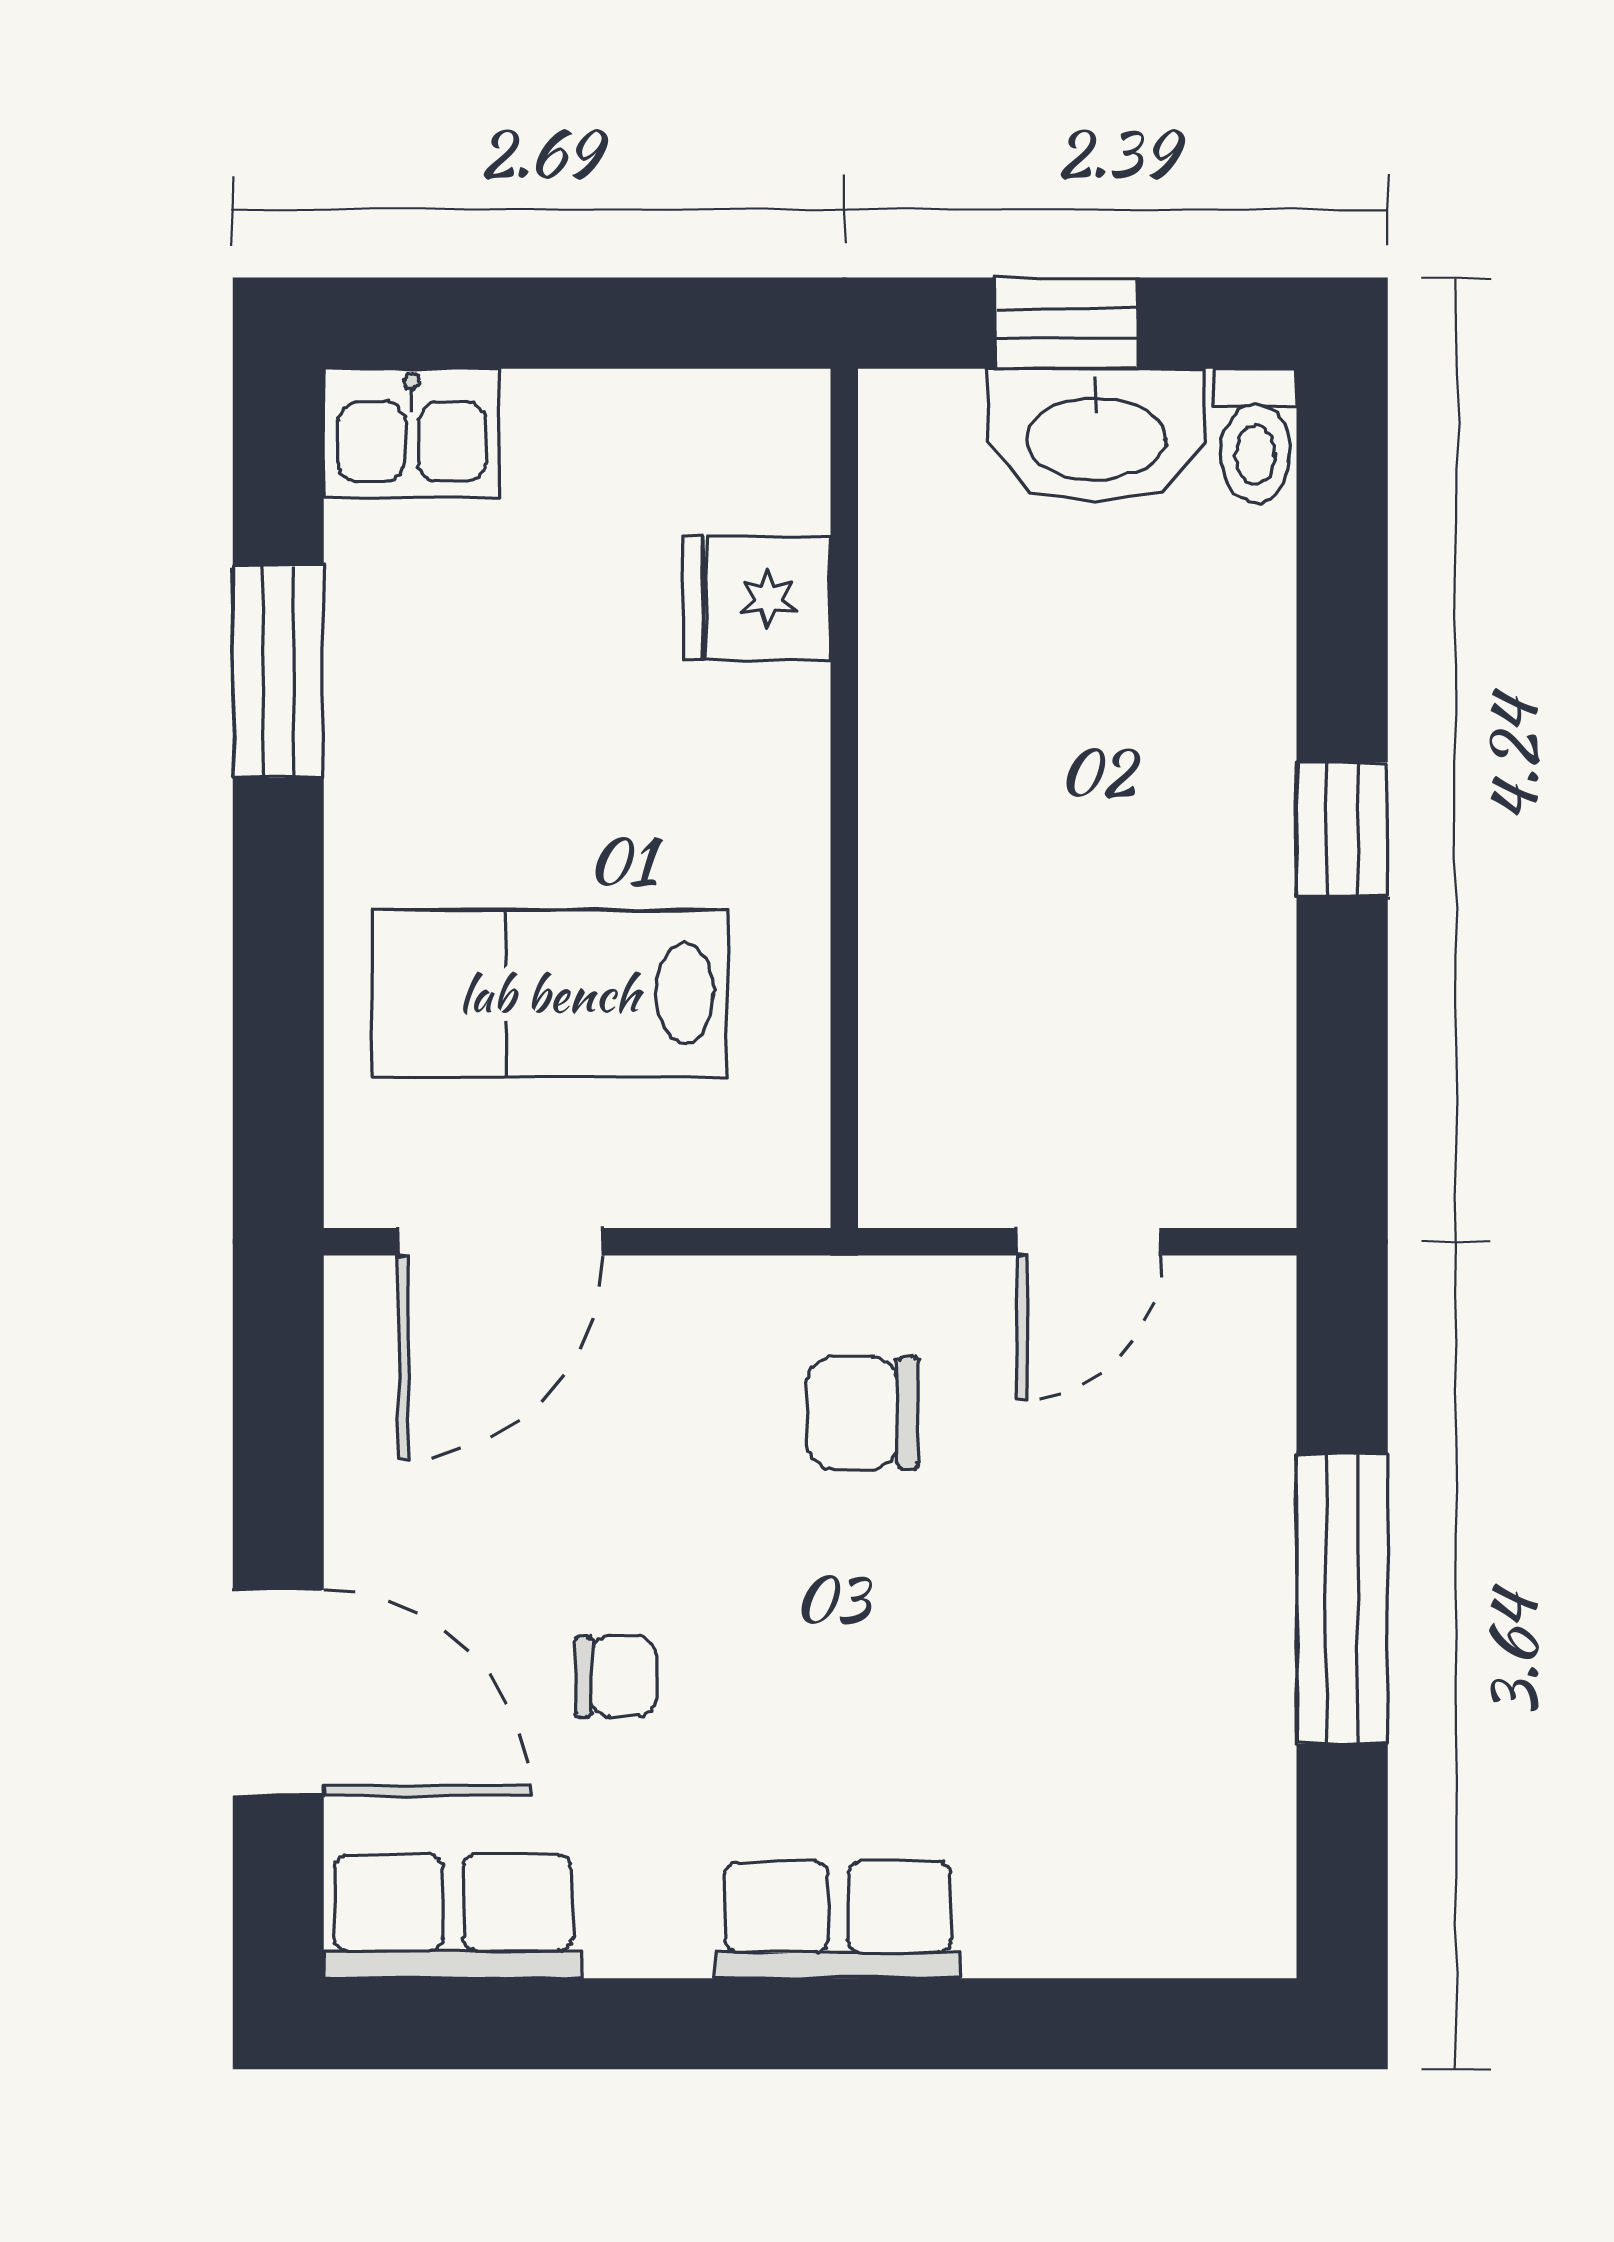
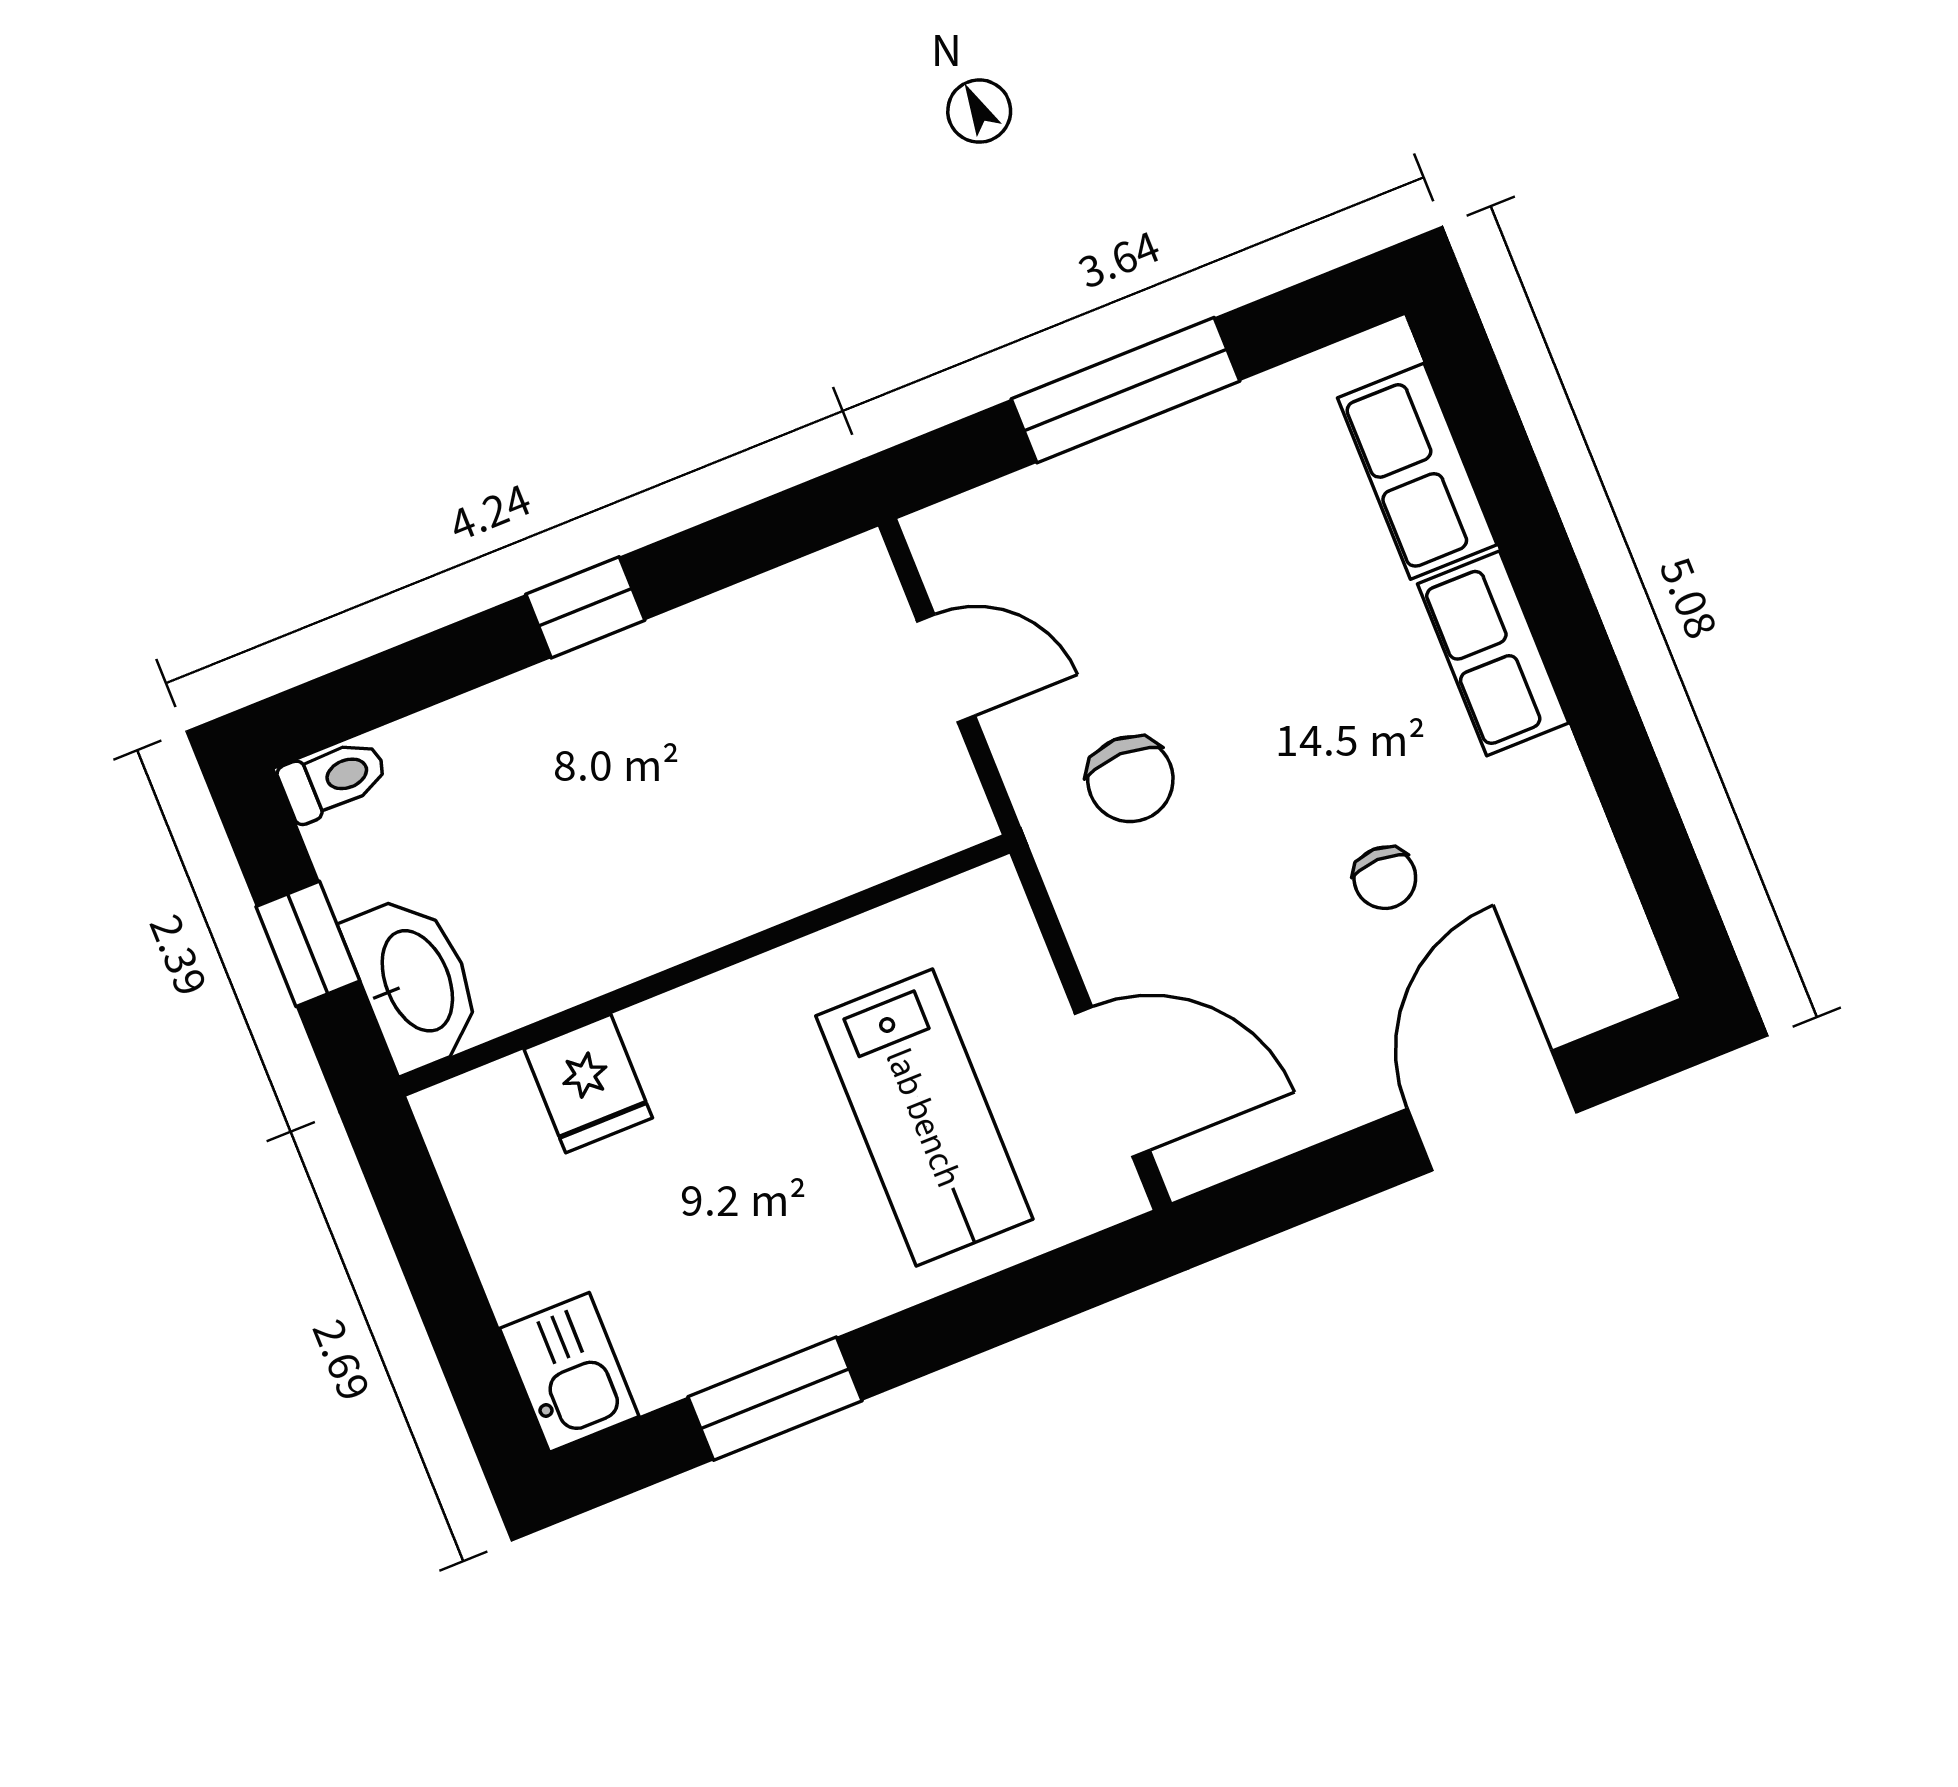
washbasin: (1096, 435) -> (414, 982), moved
chair: (616, 1676) -> (1385, 878), turned 180
row of seats: (453, 1916) -> (1417, 471), moved

